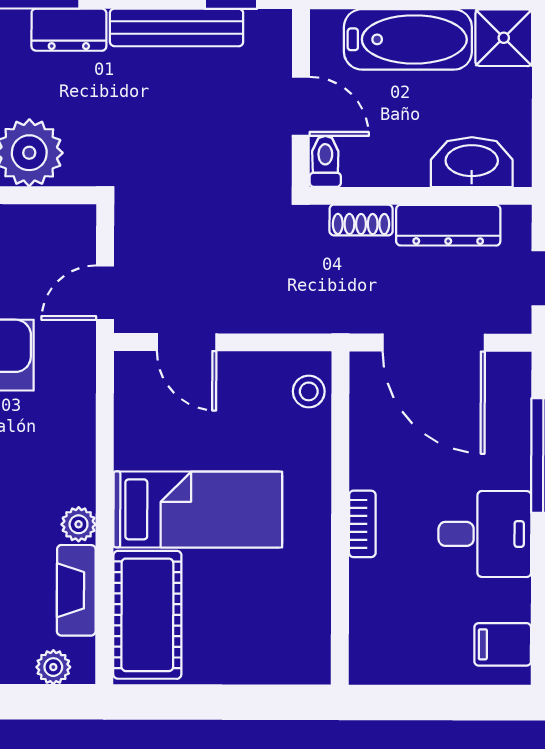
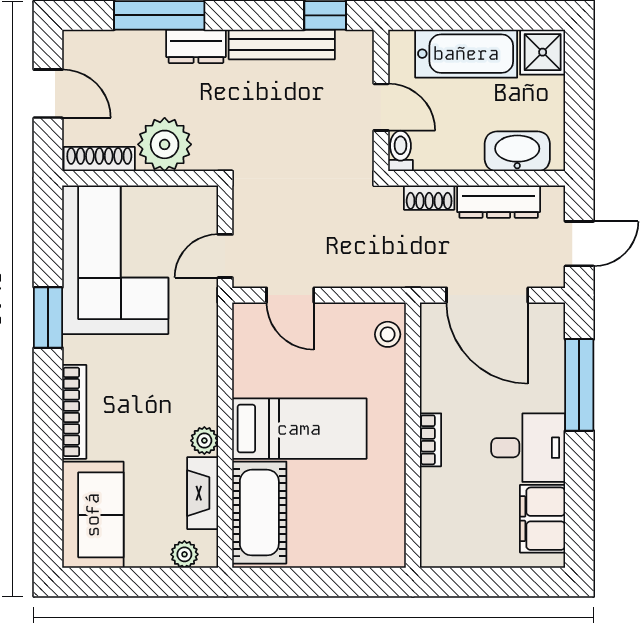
filing cabinet: (503, 644) -> (543, 519), width x2.00

